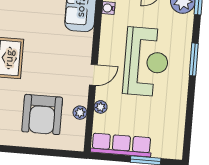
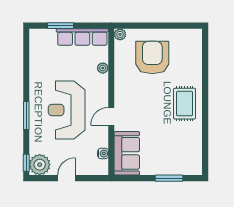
door: (93, 75) -> (111, 116), moved
plant: (80, 113) -> (120, 34), moved

